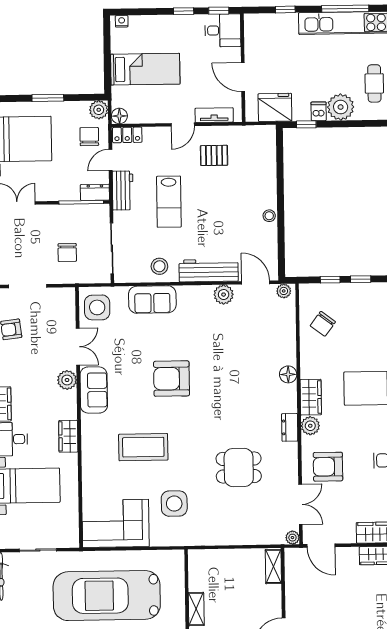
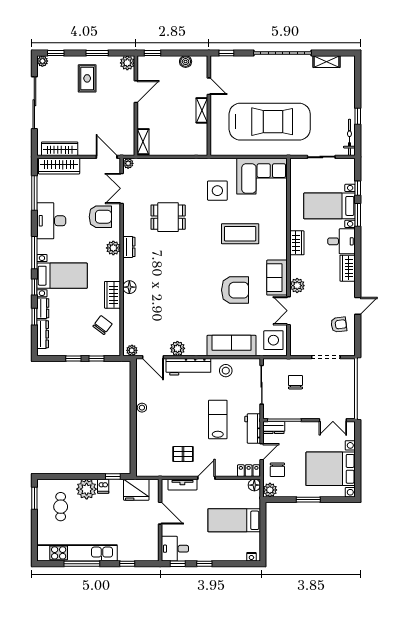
sofa: (152, 299) -> (232, 346), width x1.36
armchair: (172, 379) -> (235, 290), moved
wardrobe: (311, 397) -> (113, 295), moved

